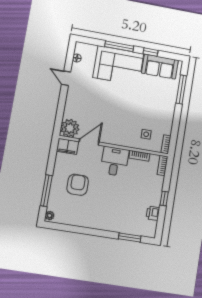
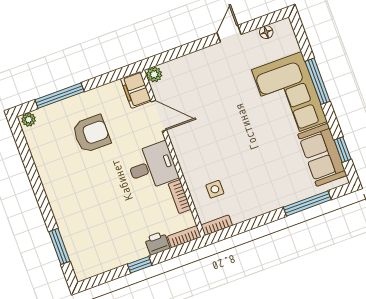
window: (150, 52) -> (343, 150), moved
plant: (70, 128) -> (154, 74), width x0.53, depth x0.53
printer: (153, 213) -> (157, 243), moved

